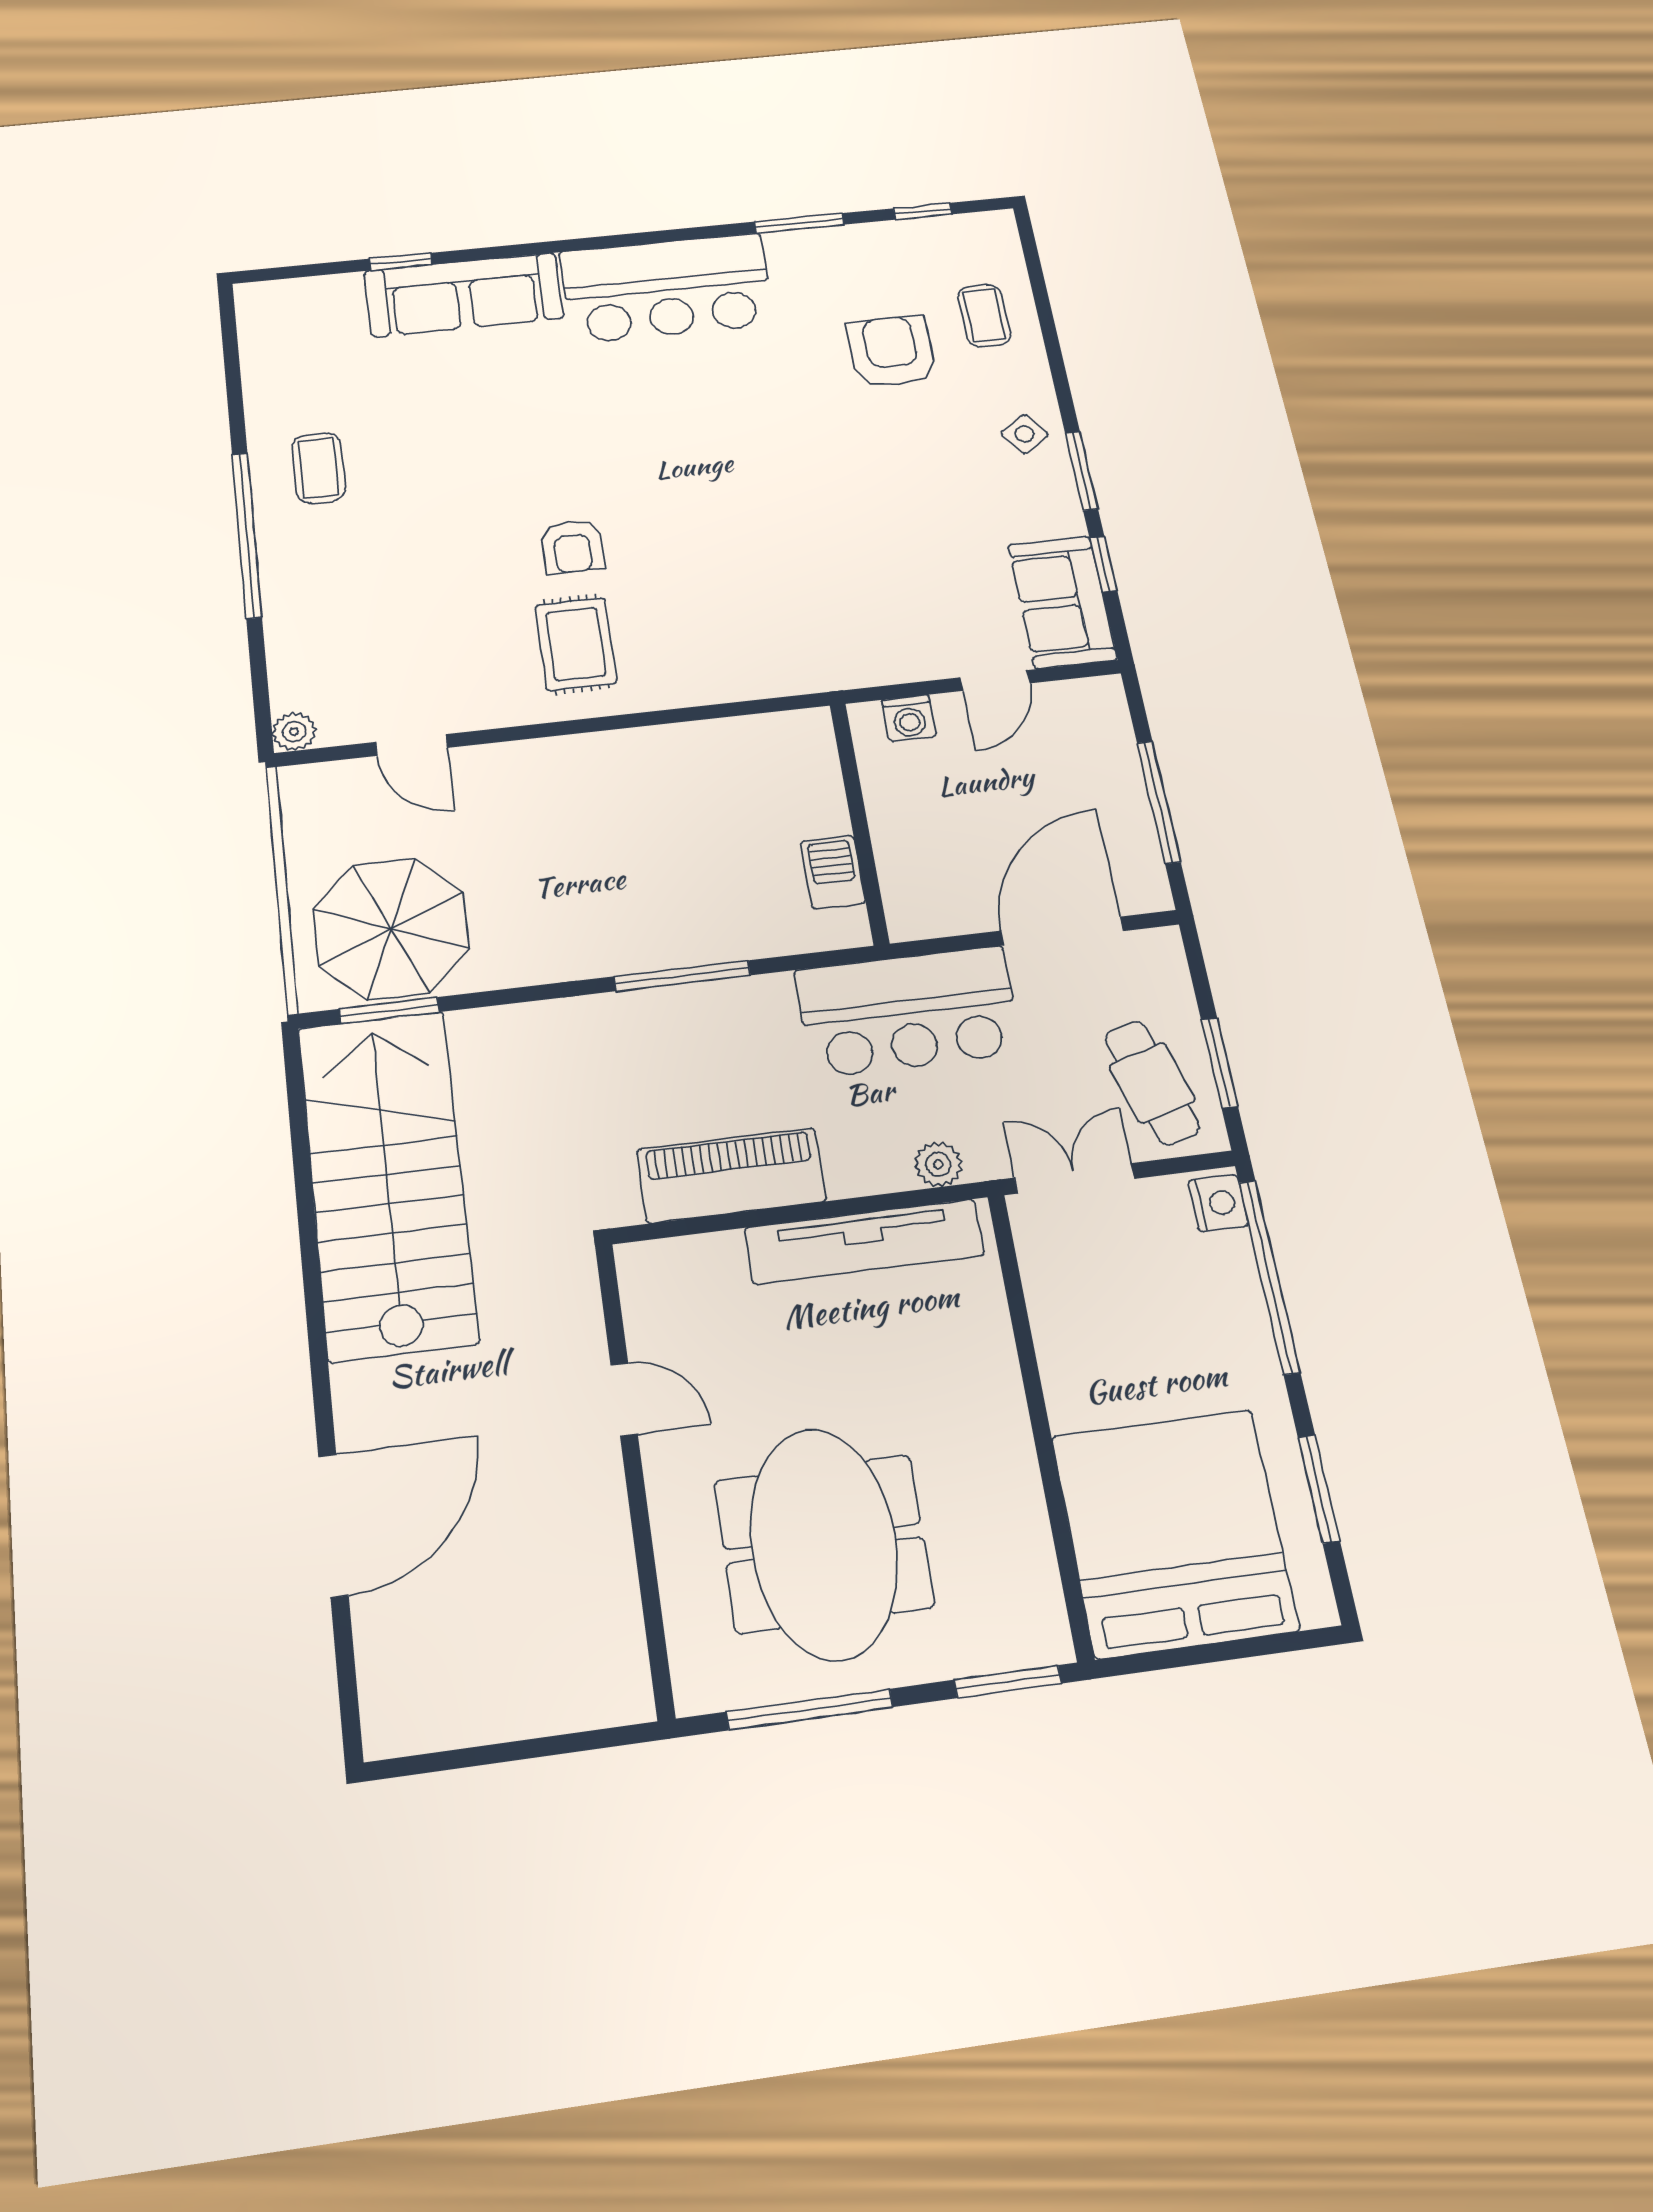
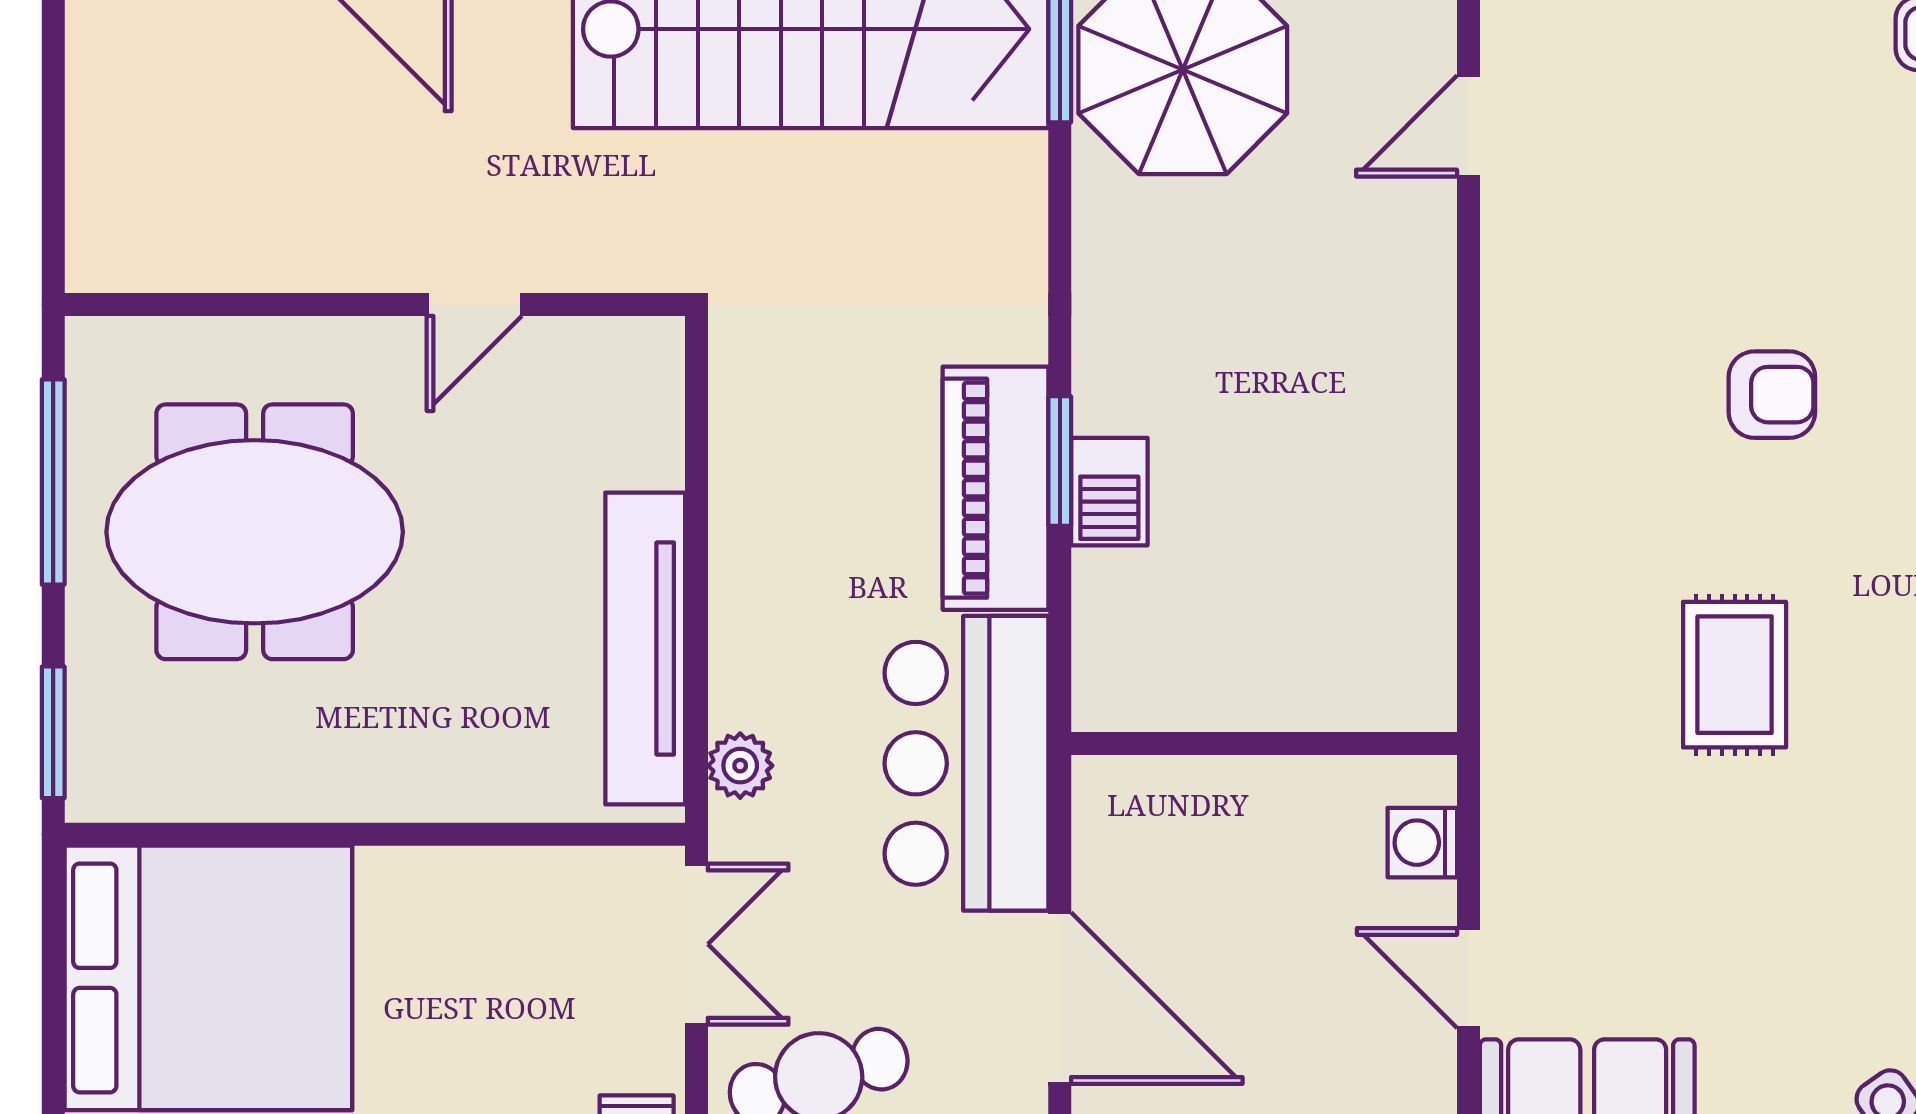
armchair: (572, 547) -> (1772, 395), turned 180
rug: (576, 644) -> (1735, 675), moved, turned 90
barbecue: (833, 872) -> (1109, 492), moved, turned 90
window: (682, 976) -> (1060, 461), width x0.69
piano: (731, 1175) -> (996, 488), moved, turned 180

